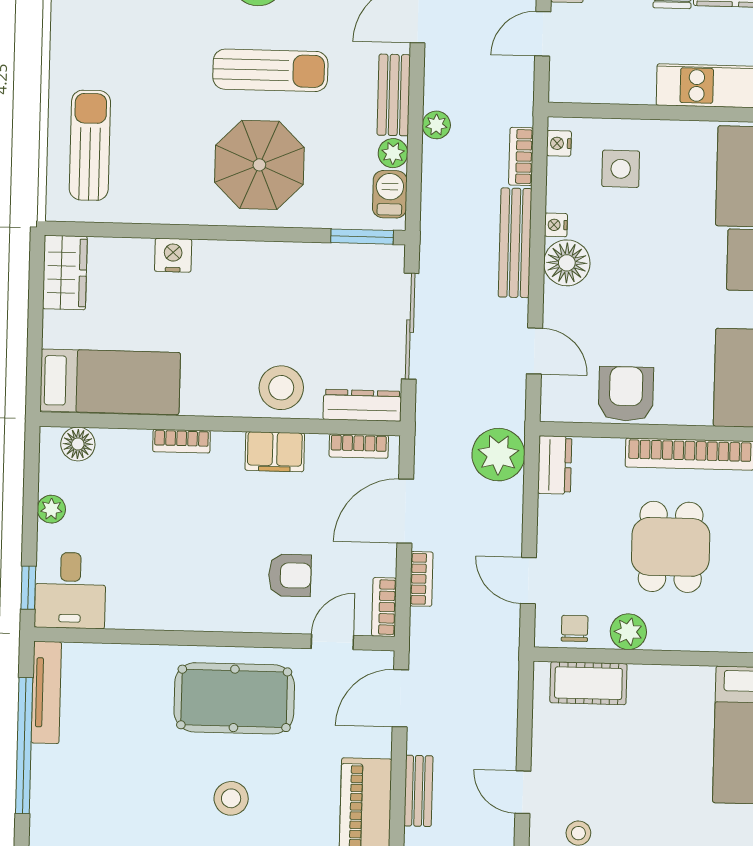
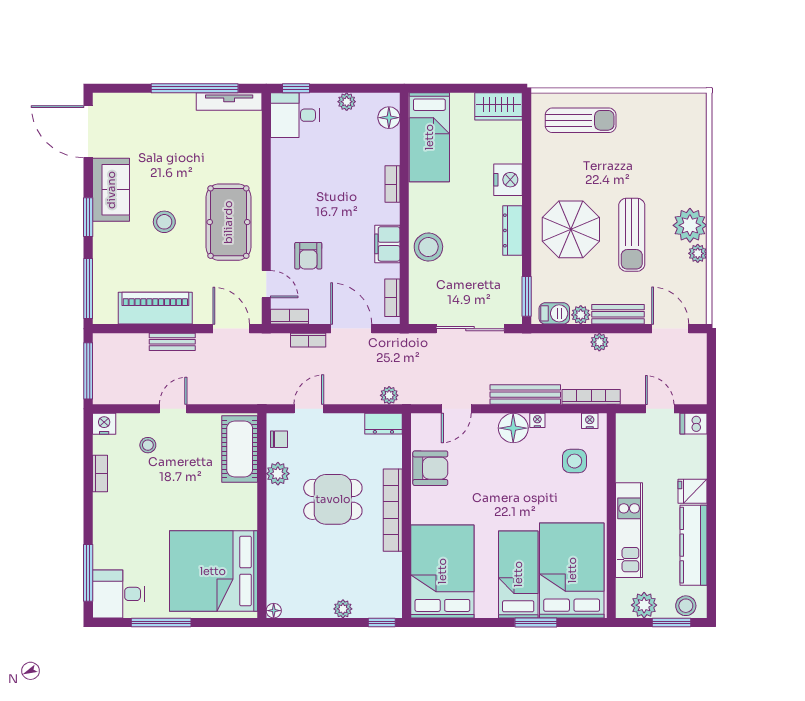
bookcase: (521, 156) -> (591, 397), width x1.56
nightstand: (173, 255) -> (508, 180), width x1.36, depth x1.33
dresser: (362, 405) -> (512, 230), moved, turned 180
plant: (498, 455) -> (389, 395), width x0.53, depth x0.53
cot: (588, 683) -> (240, 449), width x1.37, depth x1.34

